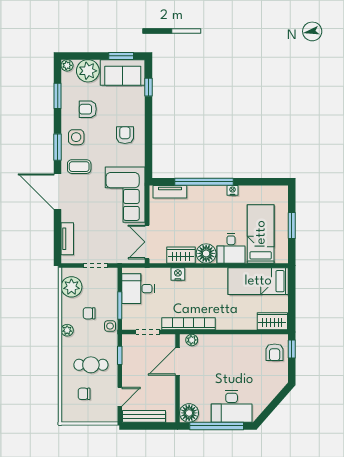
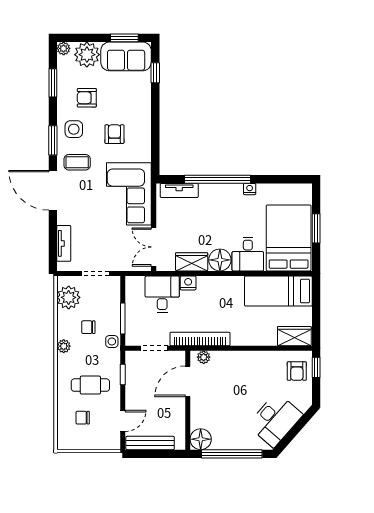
armchair: (125, 135) -> (114, 134), moved
bed: (261, 234) -> (289, 238), width x1.50
desk: (138, 289) -> (162, 294), moved, turned 90
desk: (232, 406) -> (275, 420), moved, turned -49

